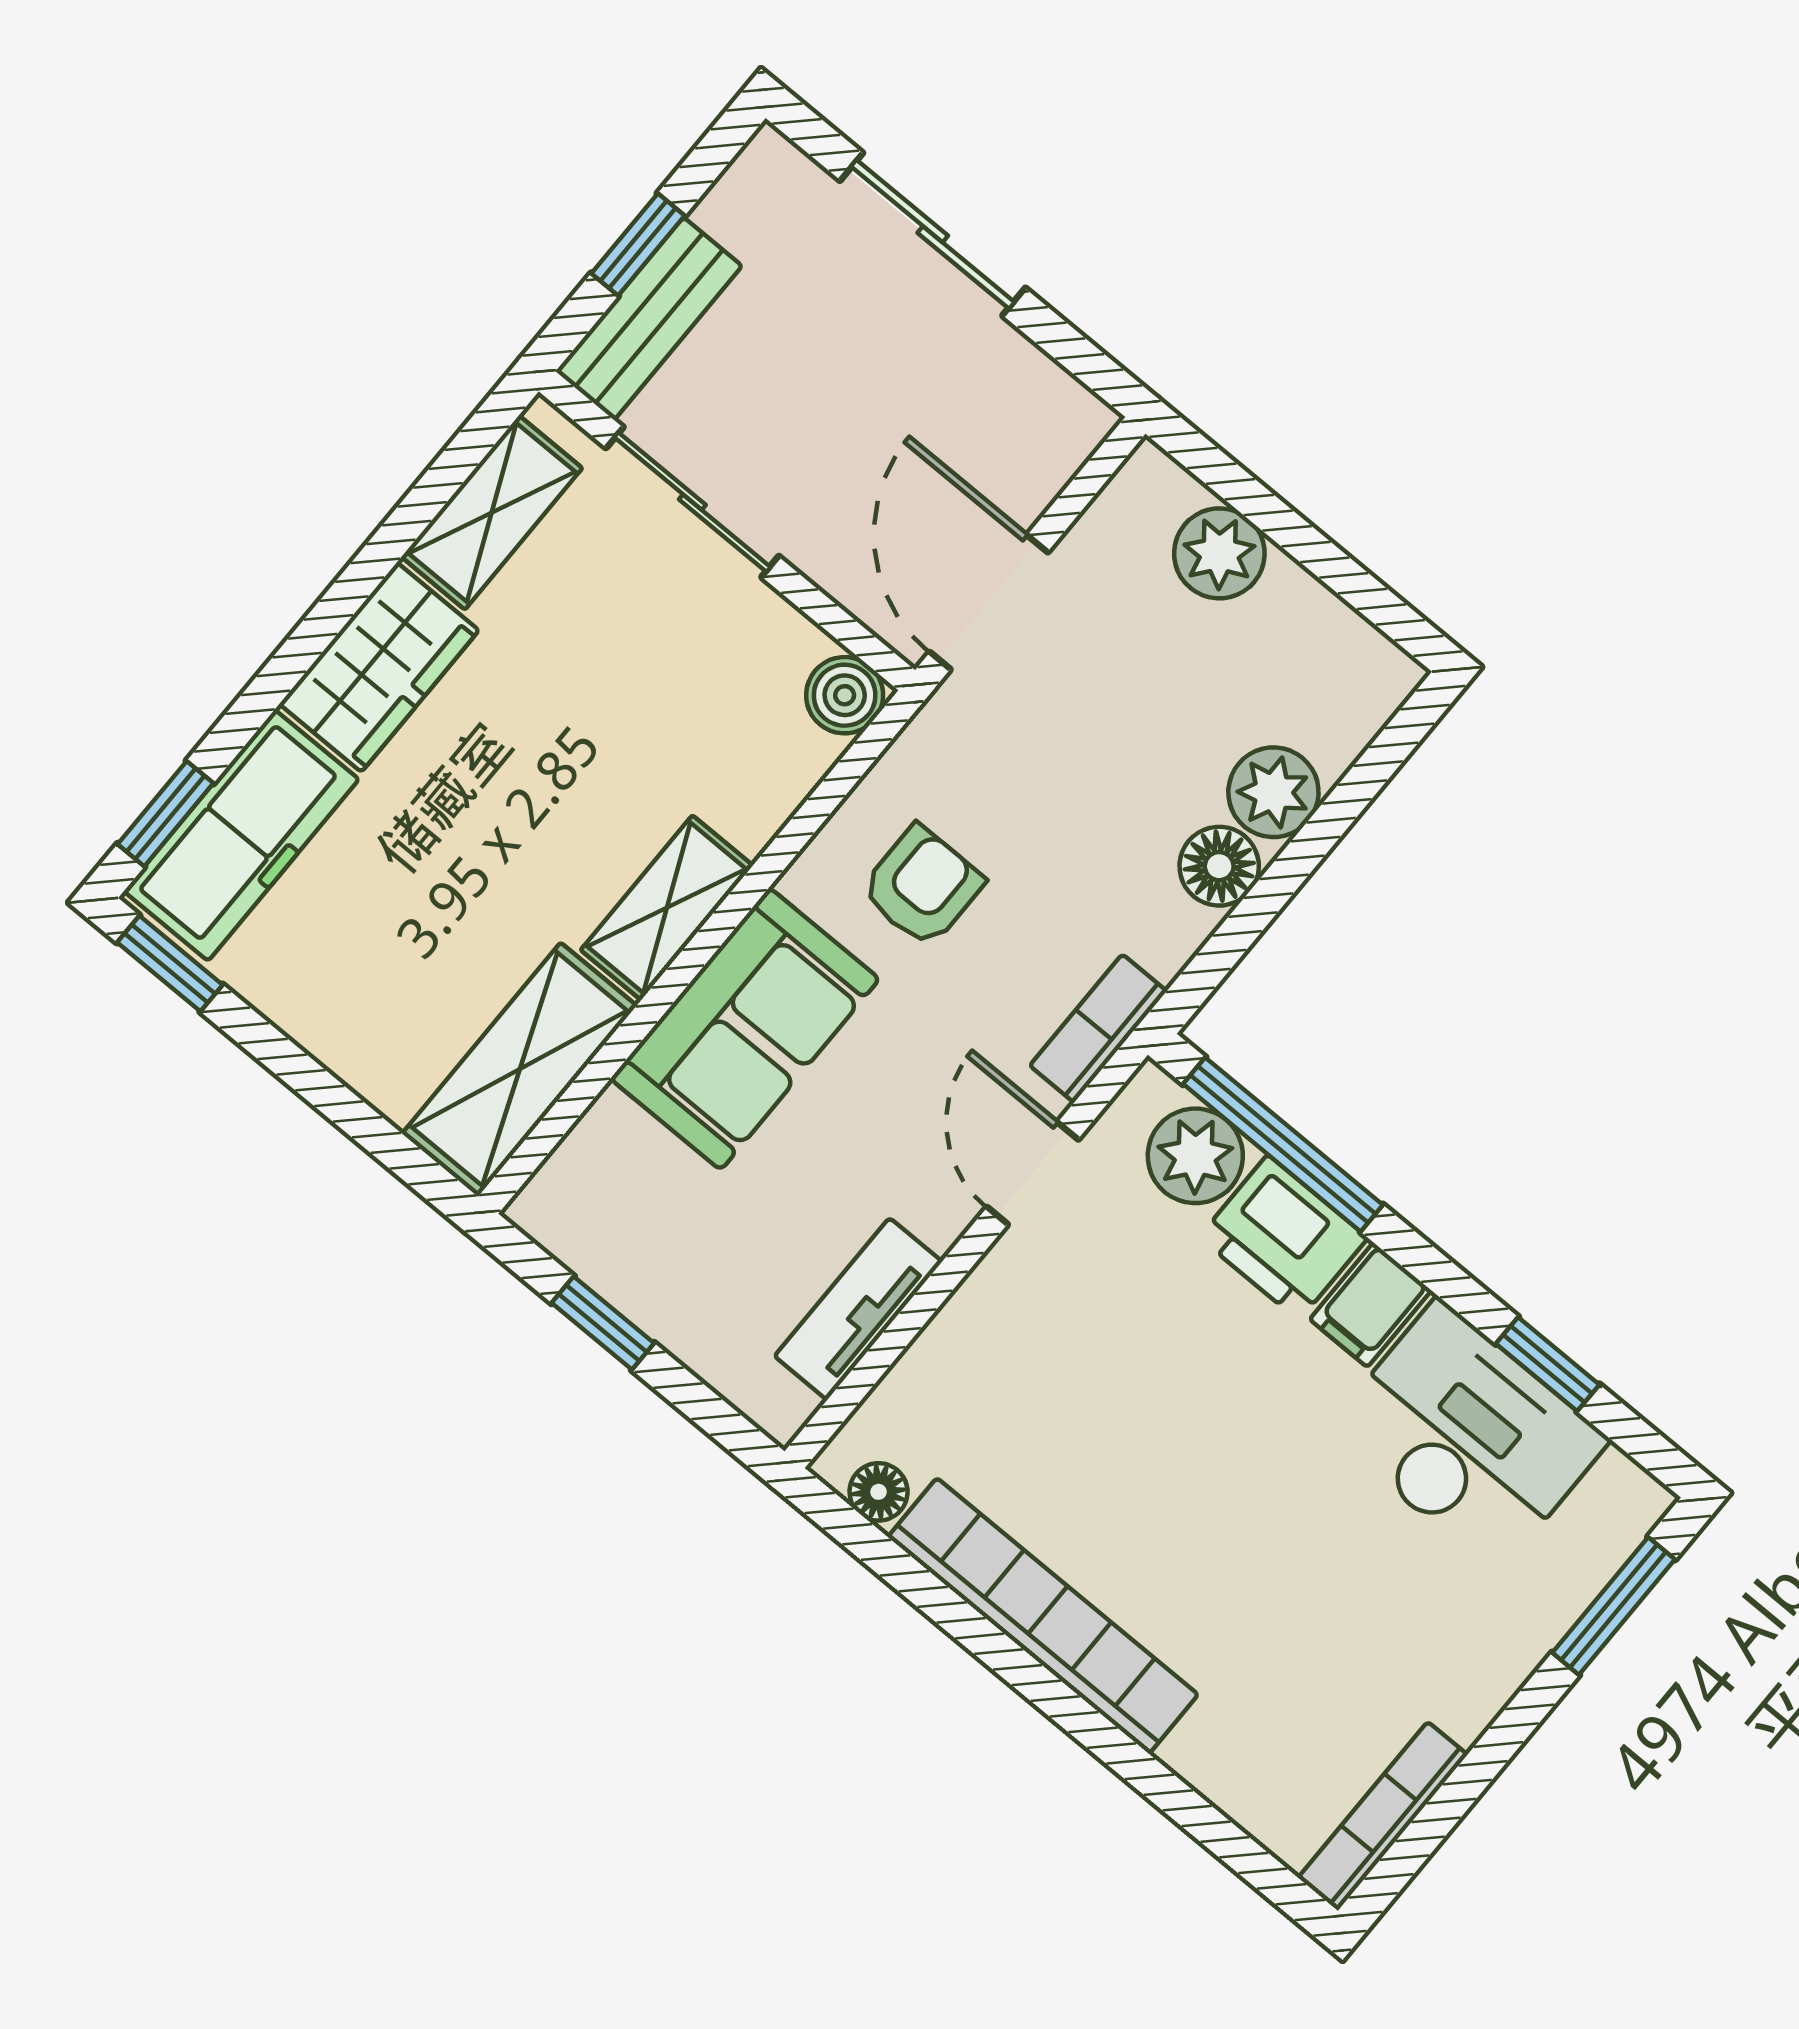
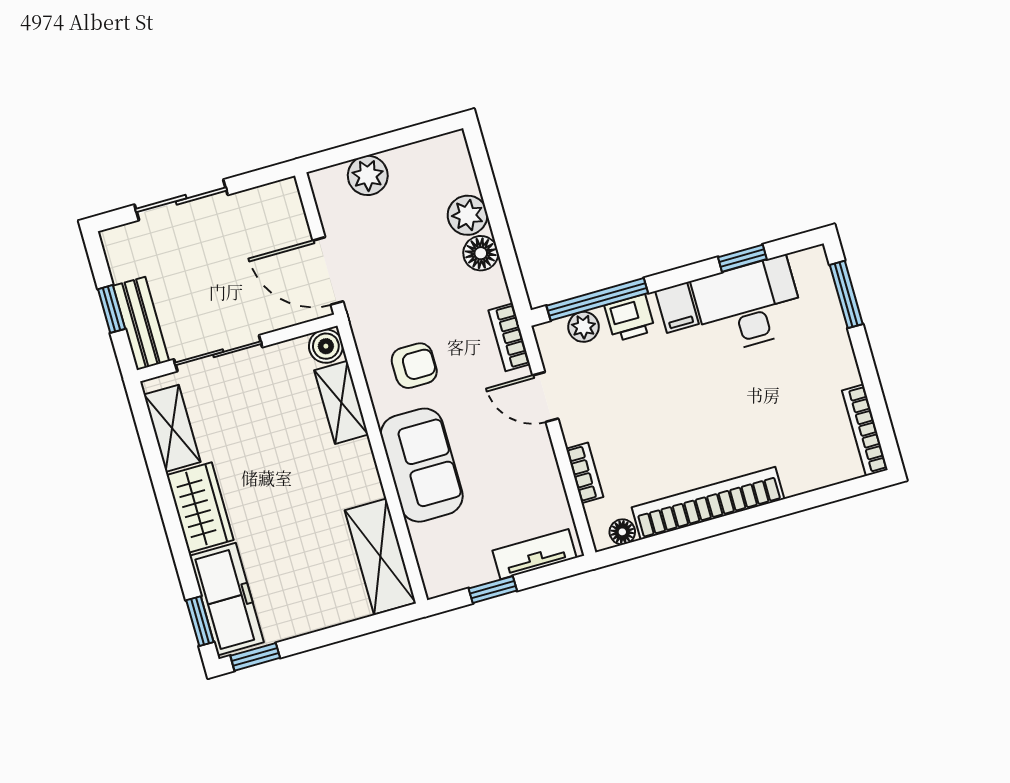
armchair: (922, 886) -> (414, 366), turned 90
shelving: (667, 908) -> (341, 402), moved
plant: (1195, 1156) -> (583, 327), width x0.73, depth x0.73
printer: (1283, 1238) -> (630, 318), width x0.73, depth x0.81
tv unit: (858, 1309) -> (534, 554), moved, turned 90
bookcase: (941, 1345) -> (585, 473), added

